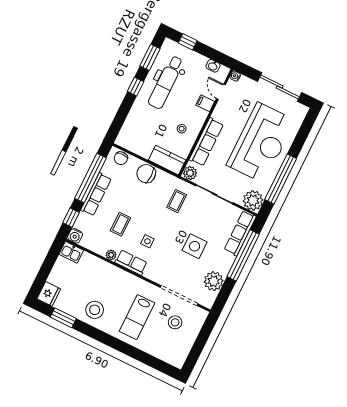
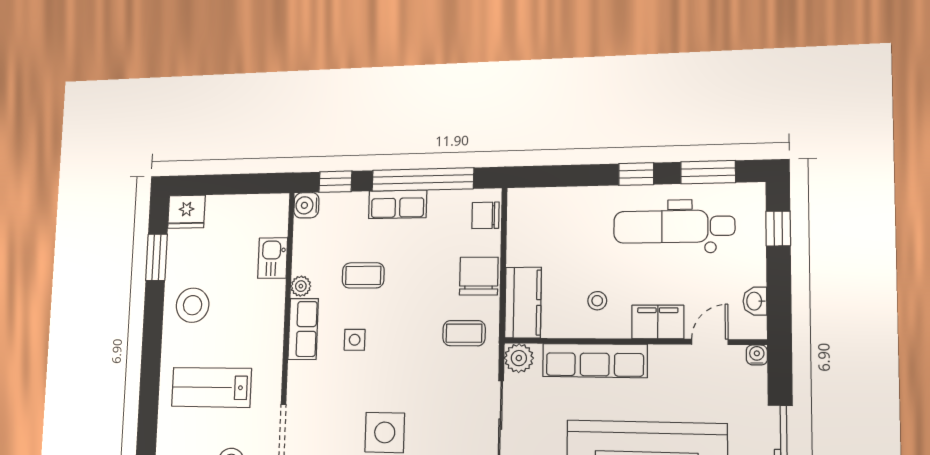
filing cabinet: (205, 103) -> (658, 322), width x2.00
row of seats: (96, 194) -> (398, 204), width x0.68
coffee table: (177, 201) -> (464, 333), moved
kitchen sink: (71, 252) -> (273, 258), moved

